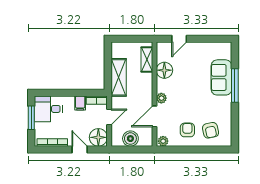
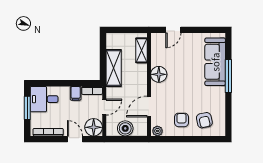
floor lamp: (164, 70) -> (159, 74), moved
sofa: (221, 77) -> (215, 62), width x1.36
plant: (161, 98) -> (156, 88), removed

